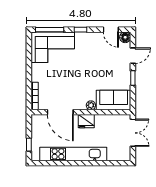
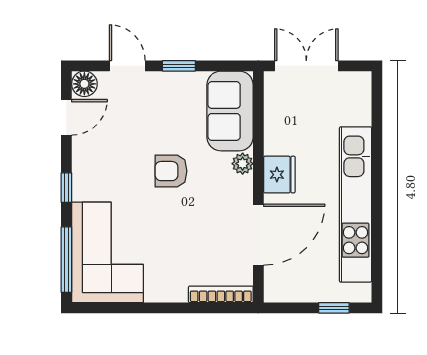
armchair: (88, 75) -> (171, 171), added

